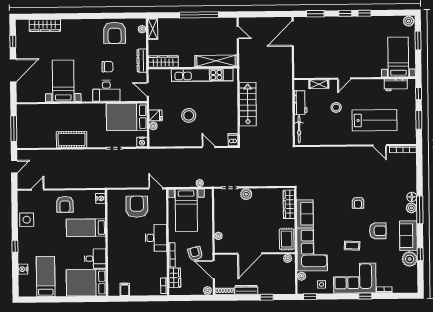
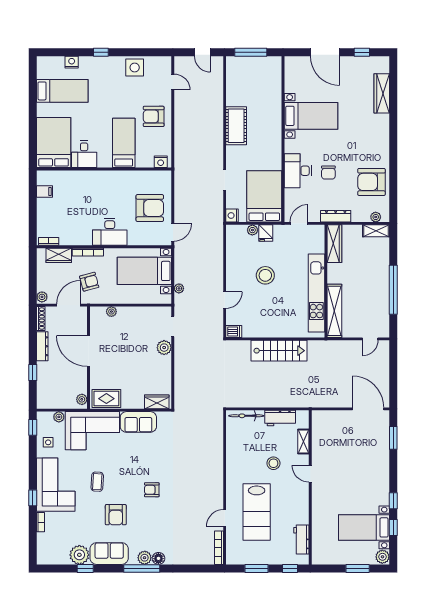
window: (345, 13) -> (393, 528), moved
bed with nightstands: (398, 57) -> (364, 527), moved, turned 180
wardrobe: (289, 204) -> (157, 402), width x0.67

